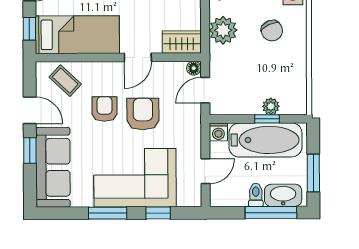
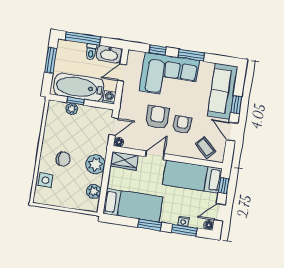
chair: (272, 31) -> (63, 159), turned 116
armchair: (104, 109) -> (182, 125), turned 180
armchair: (143, 114) -> (157, 117), turned 180
washbasin: (283, 195) -> (109, 54), moved

